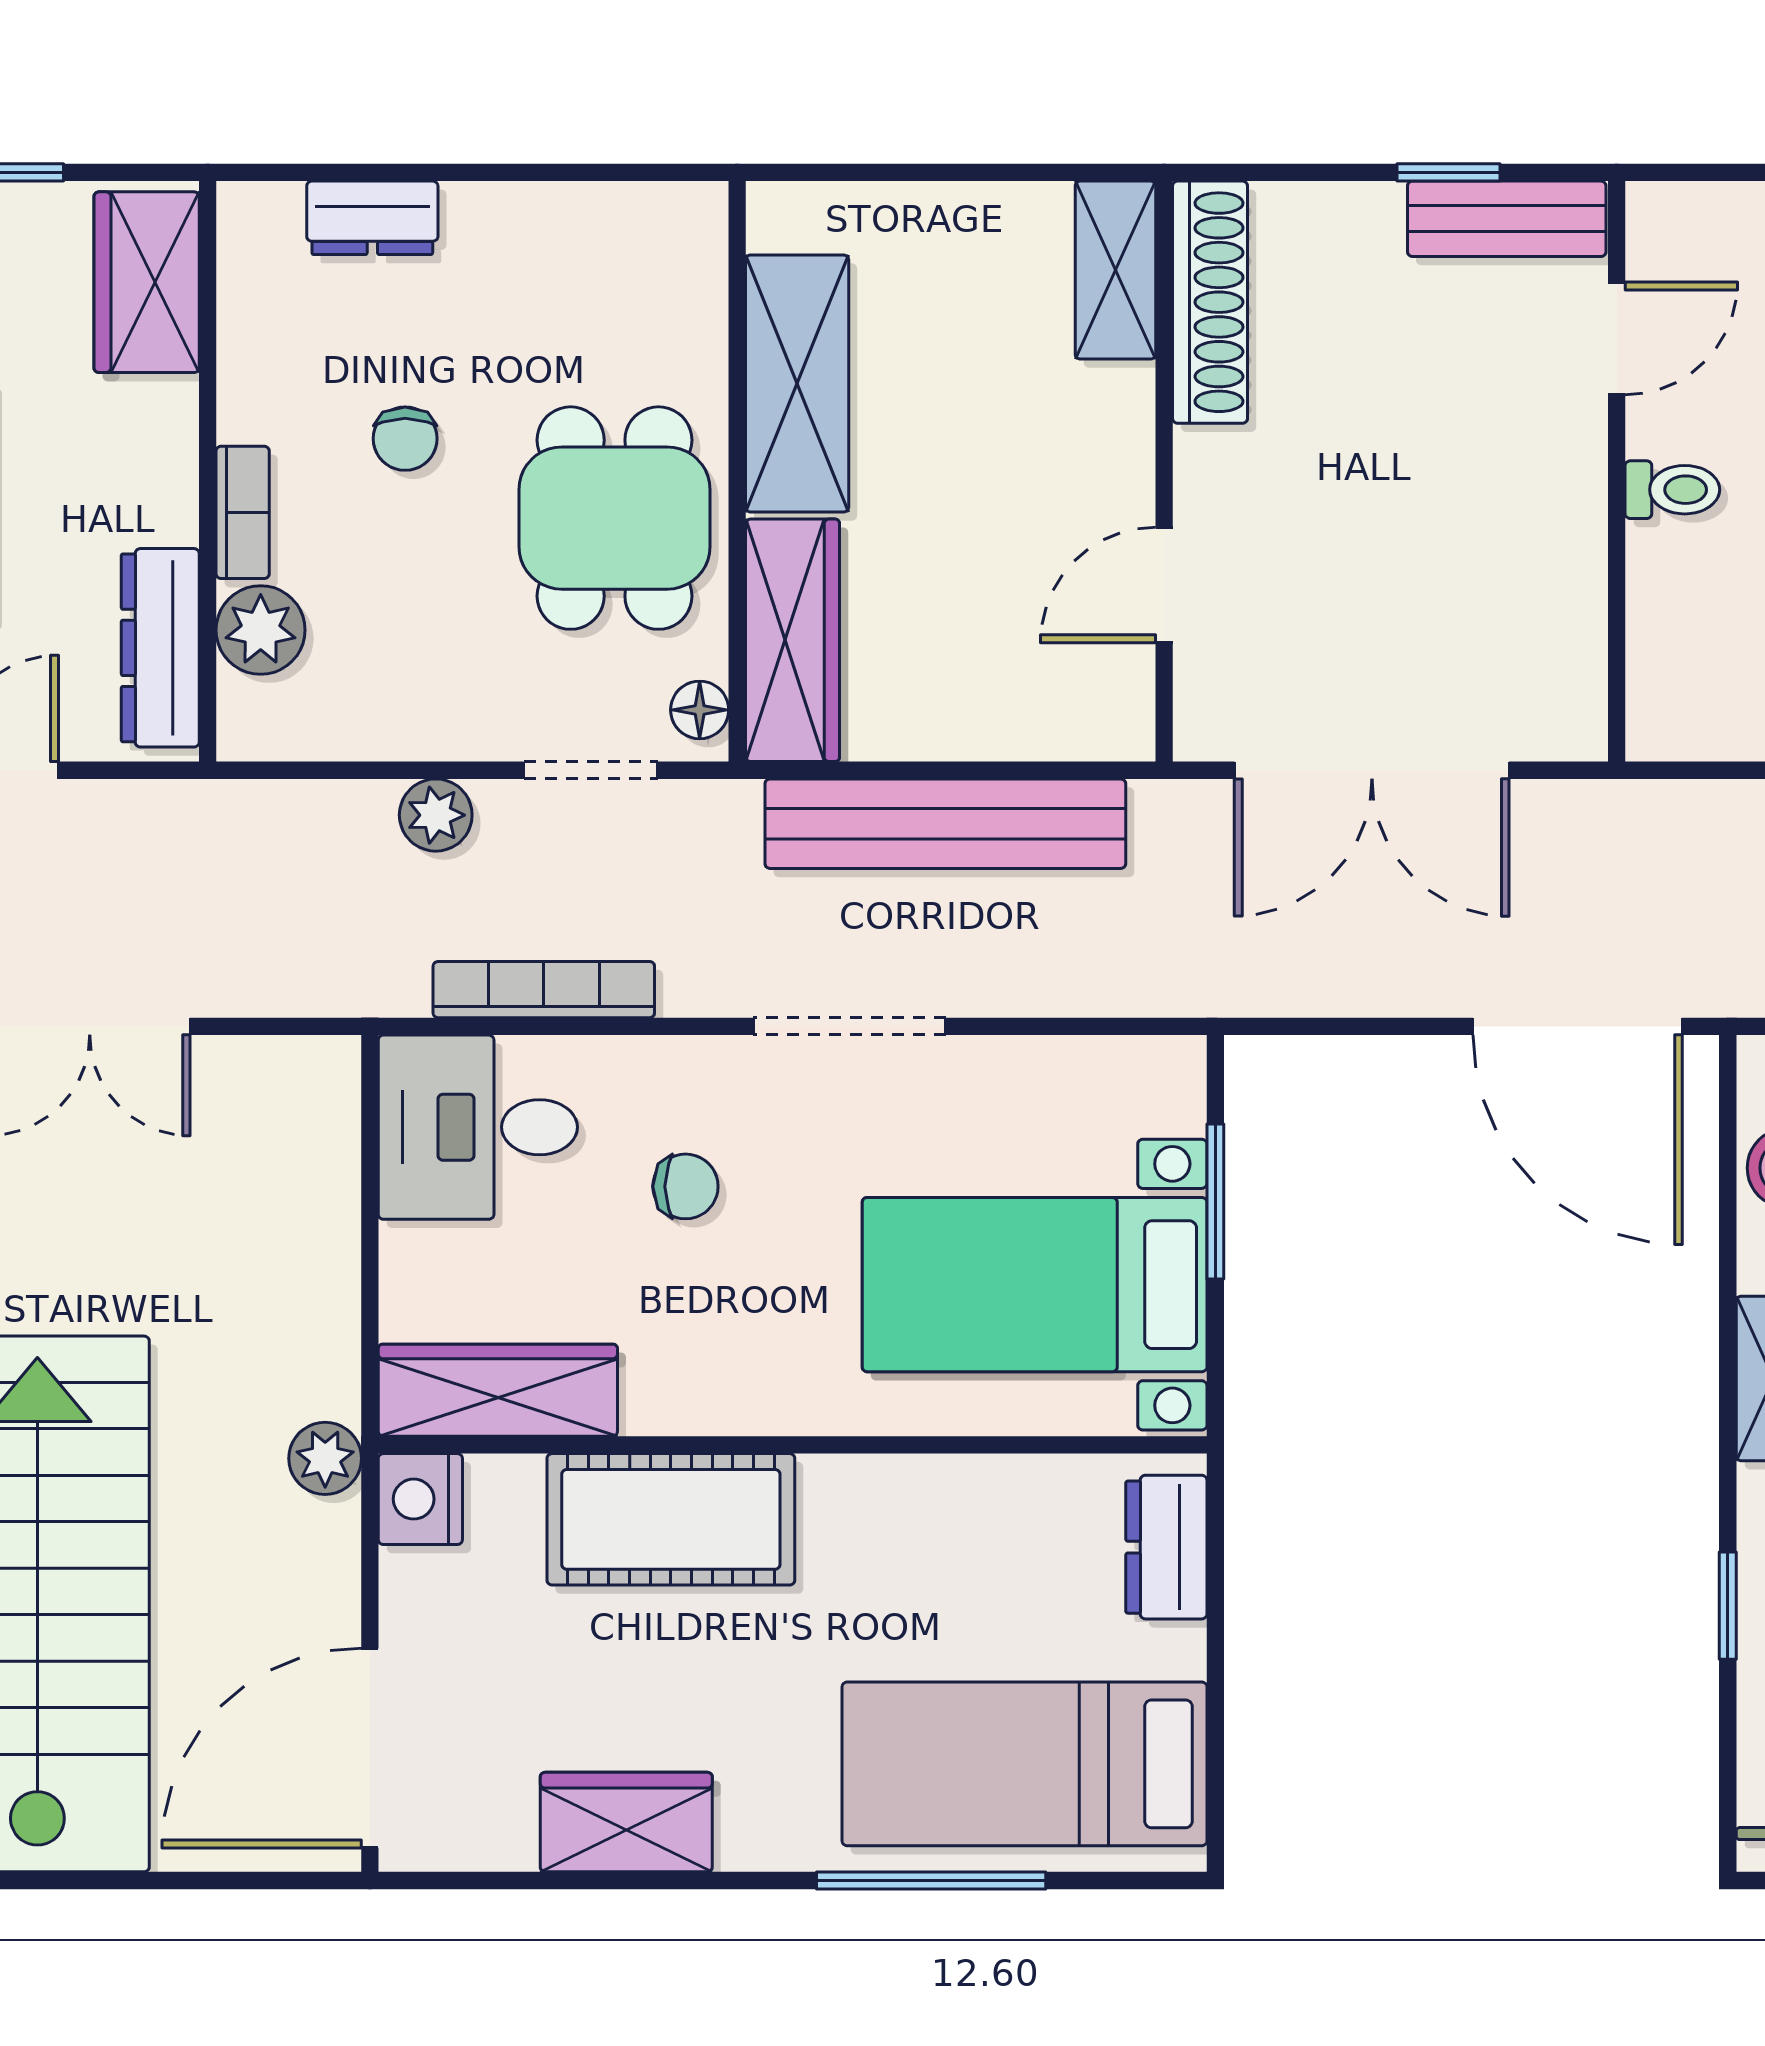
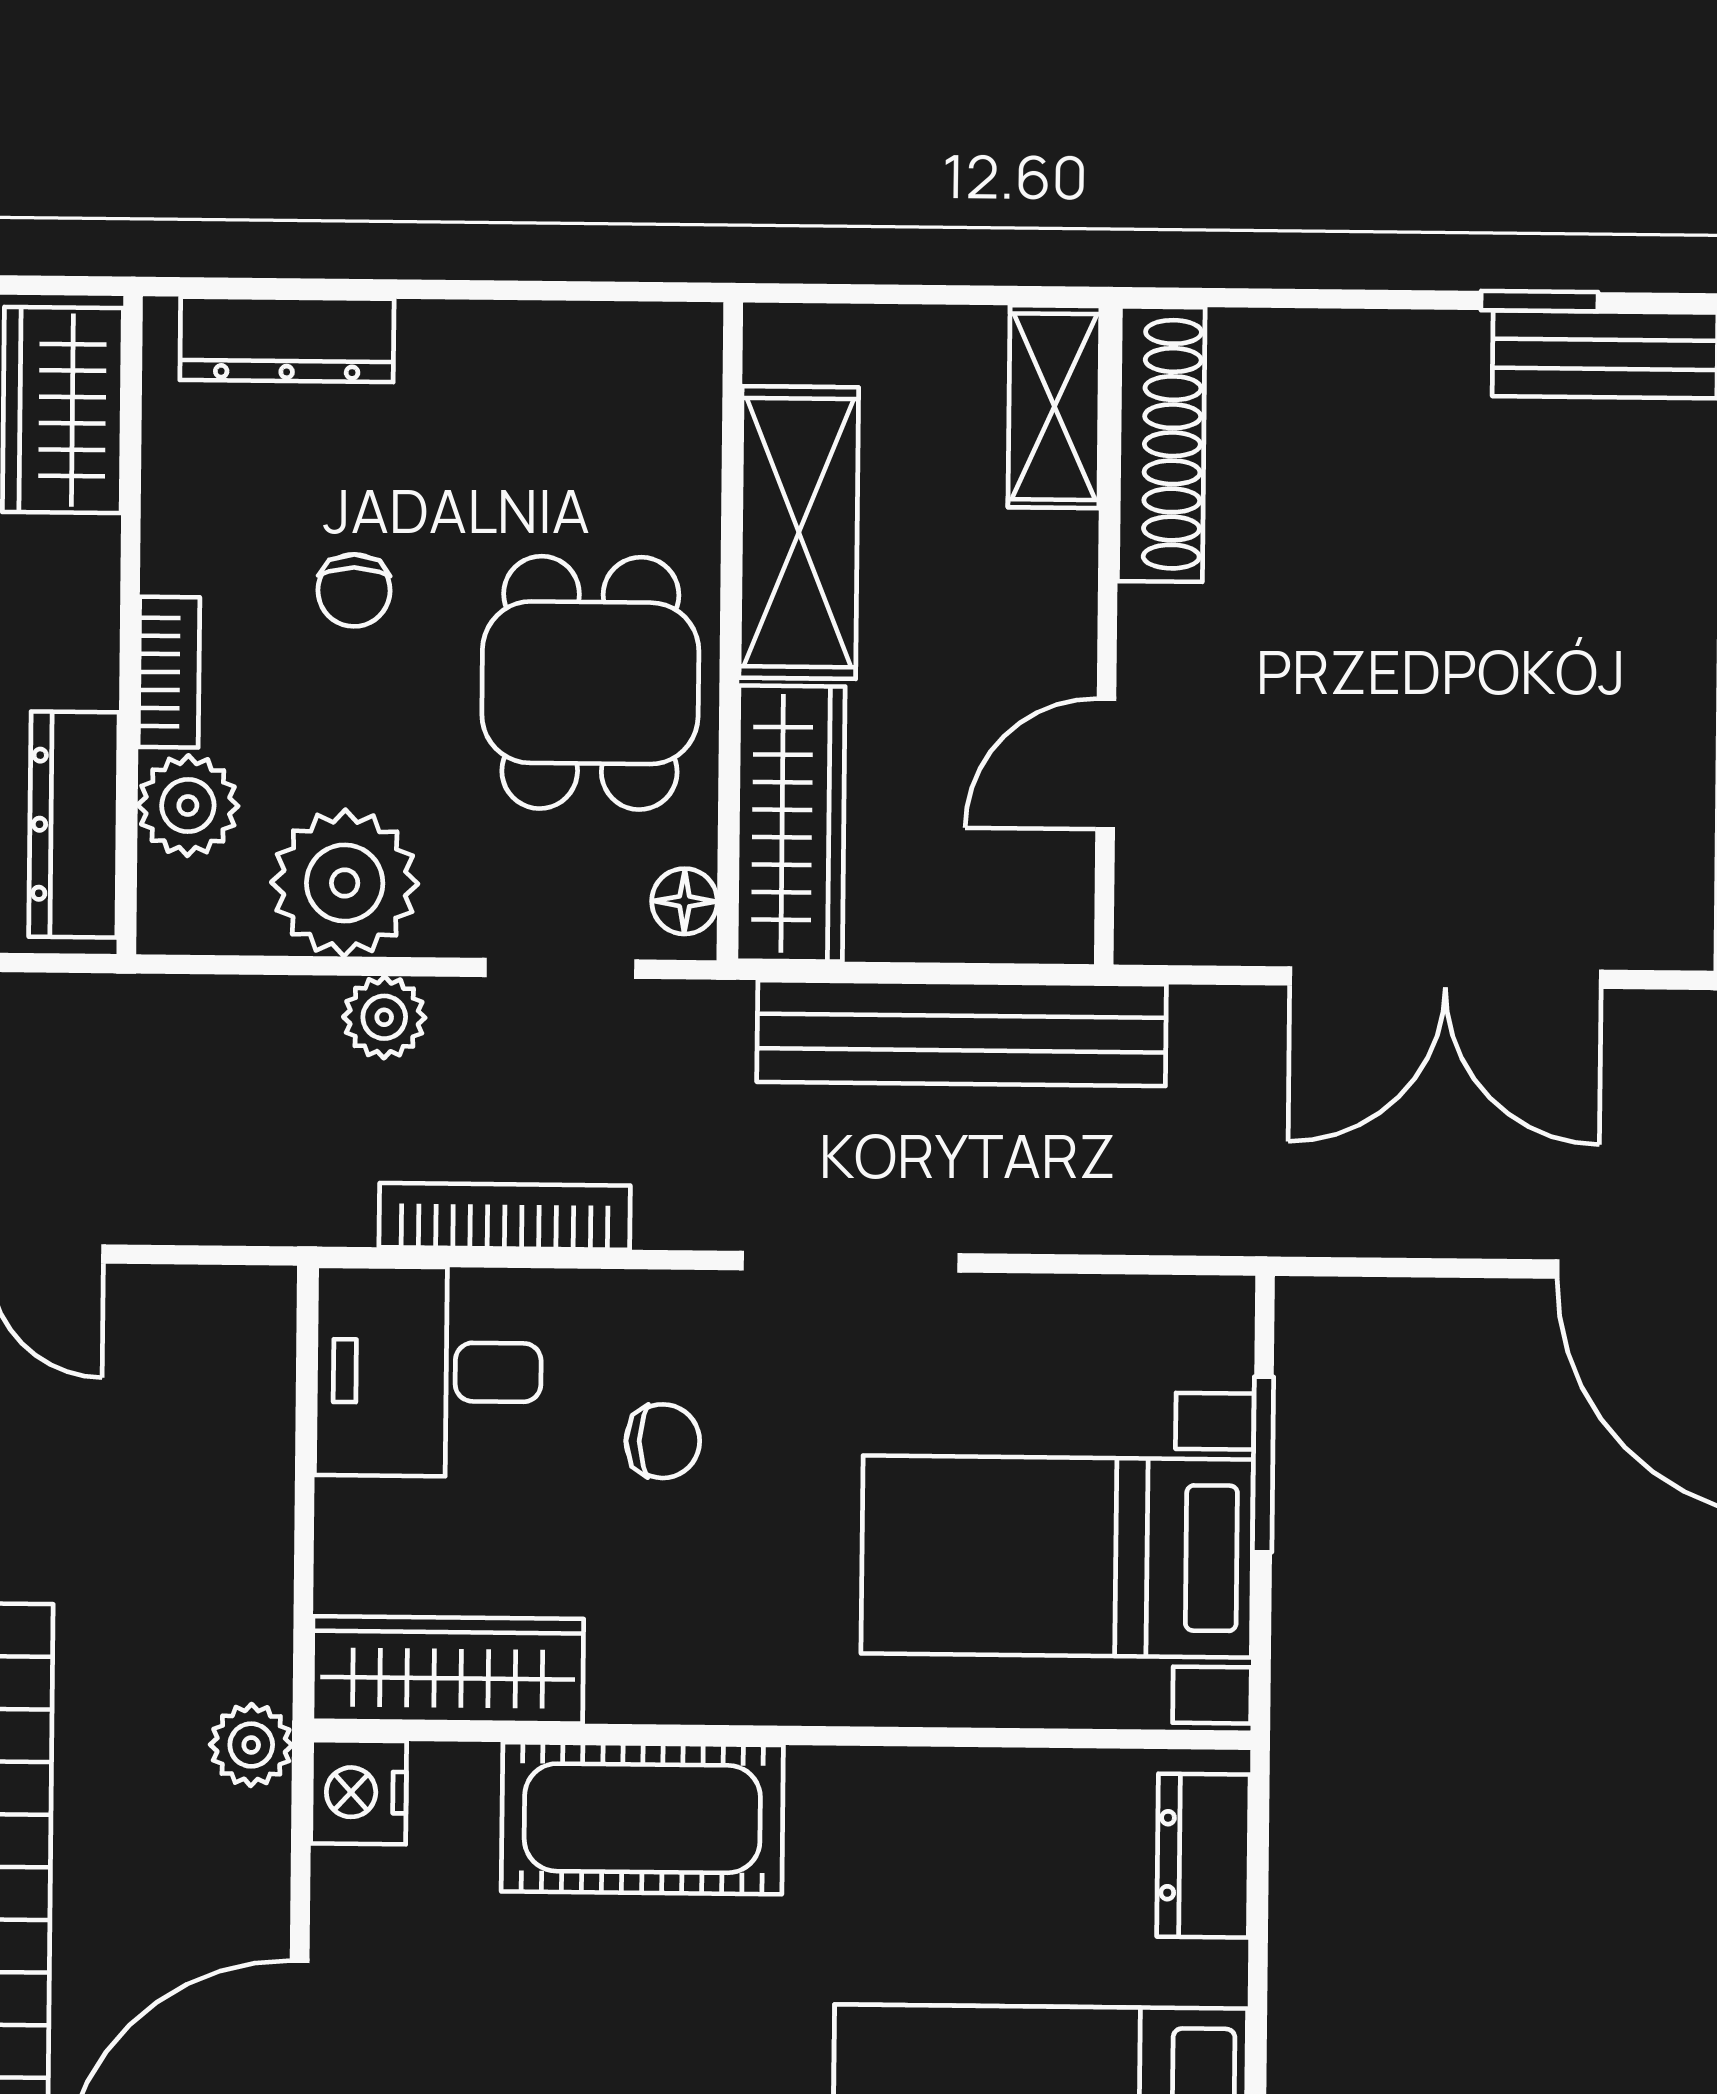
dresser: (372, 218) -> (287, 339), width x1.44
shelving: (1115, 270) -> (1054, 407), moved
shoe rack: (1210, 302) -> (1161, 444), moved
wall: (1164, 471) -> (1107, 635), moved
door: (1164, 585) -> (1106, 764), moved
plant: (400, 697) -> (345, 883), added

